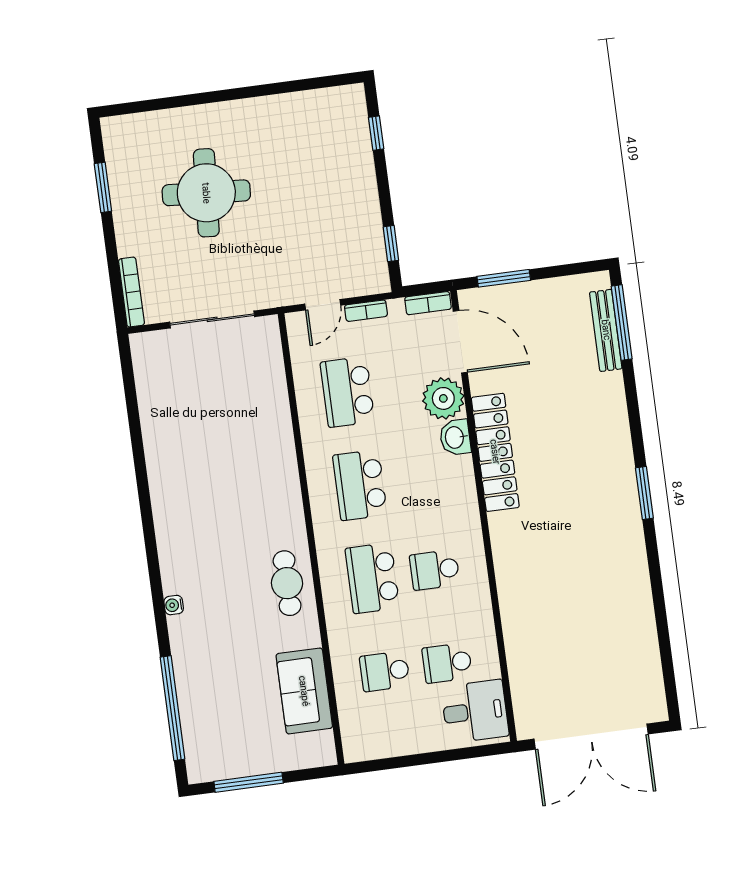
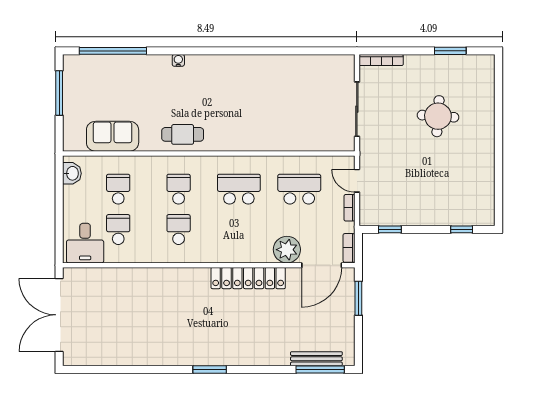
round table: (206, 193) -> (438, 116), width x0.73, depth x0.73
washbasin: (455, 437) -> (72, 173), moved, turned 90
school desk: (372, 578) -> (179, 189), width x0.54

